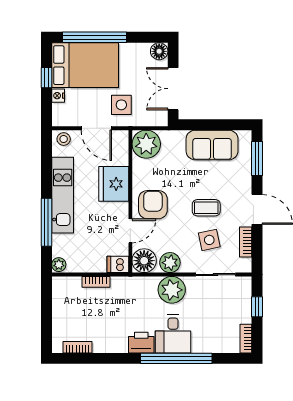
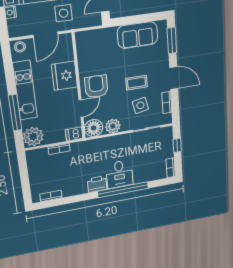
door: (96, 128) -> (46, 35), hinge flipped
plant: (146, 144) -> (87, 42), removed
plant: (59, 265) -> (33, 137), width x1.88, depth x1.88
plant: (172, 290) -> (116, 145), removed

